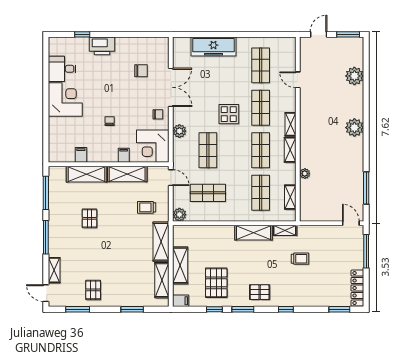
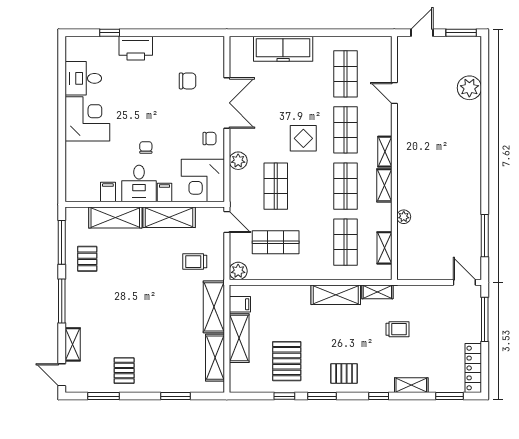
plant: (354, 128) -> (469, 156), removed
desk: (104, 148) -> (139, 184), added
pallet: (89, 218) -> (87, 259), moved
filing cabinet: (181, 301) -> (240, 304), moved
shelving: (311, 301) -> (411, 385), added

